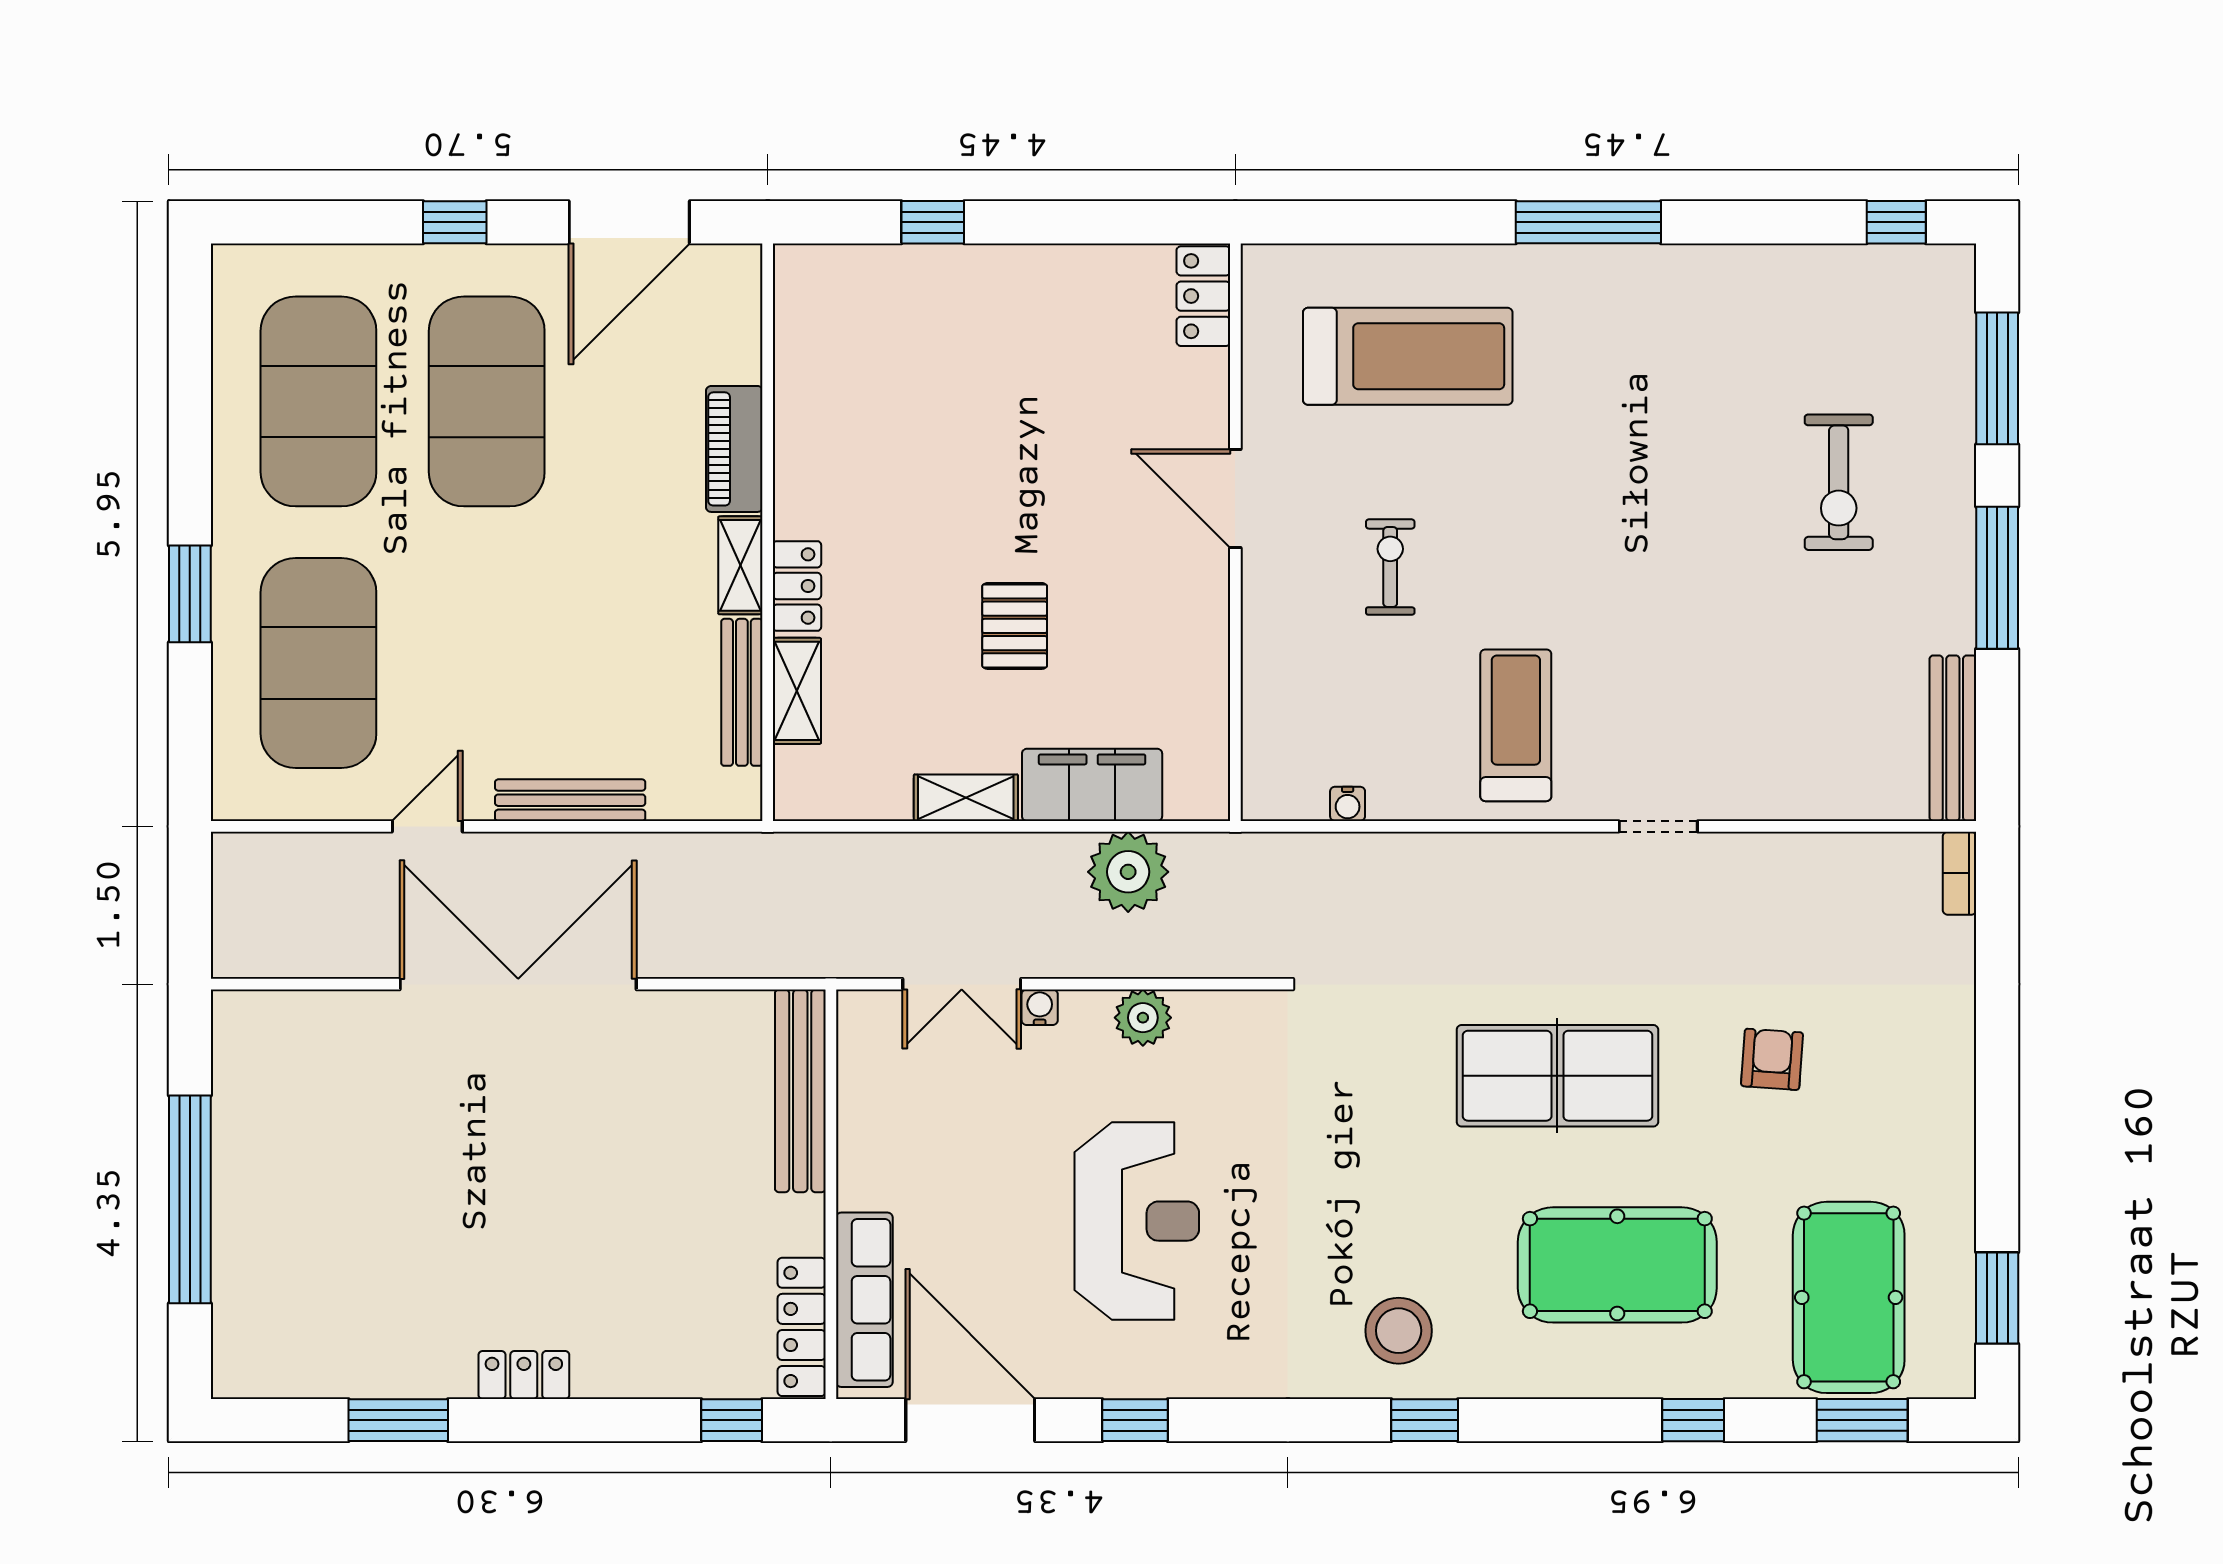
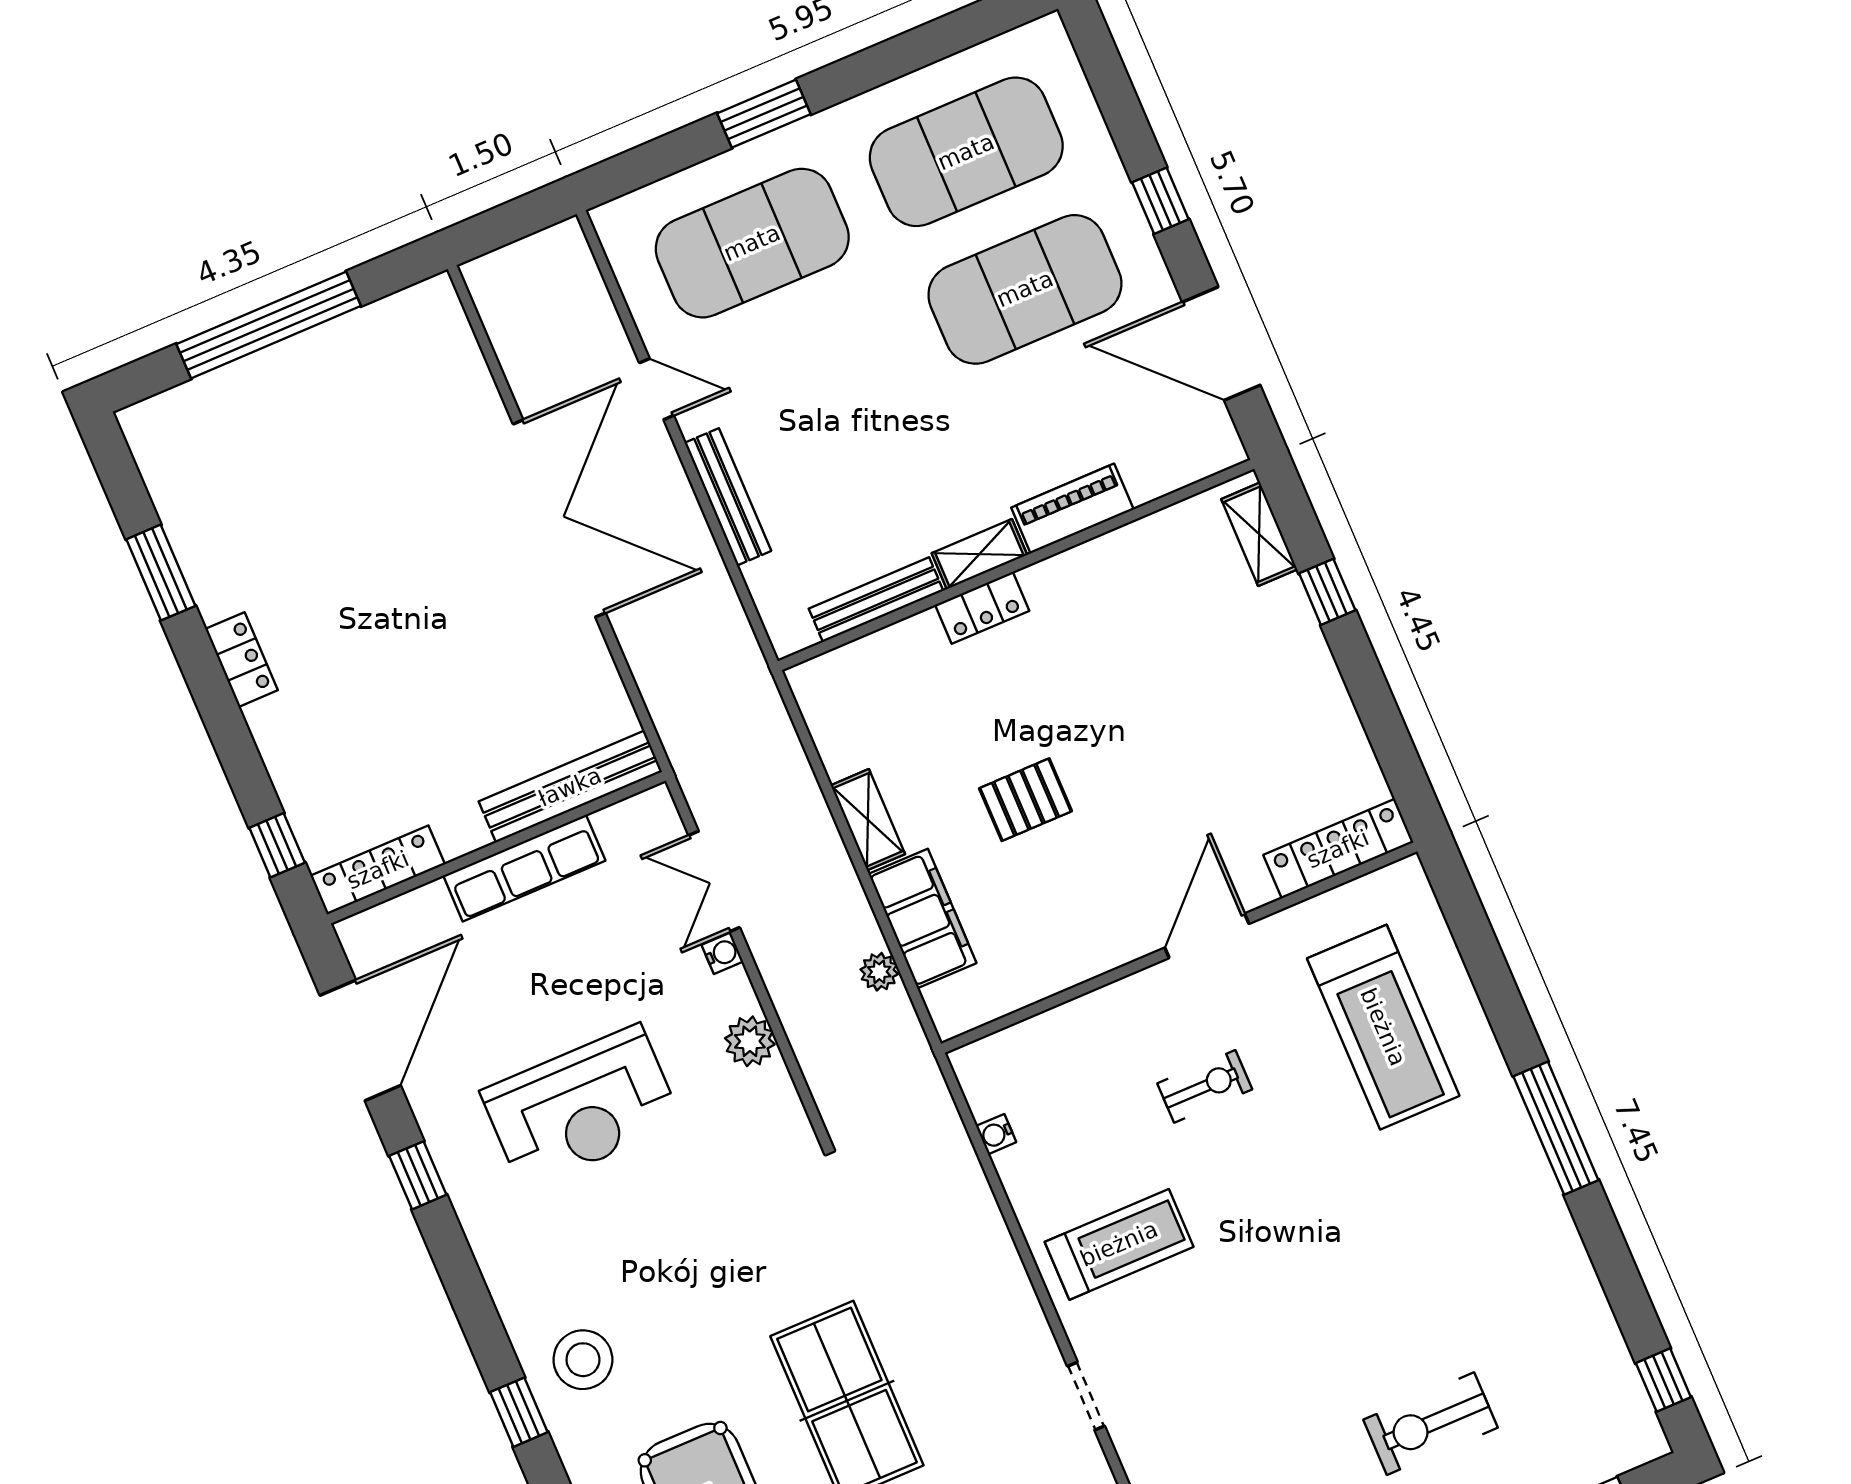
locker: (1203, 296) -> (1338, 849), width x1.53
shelving: (797, 691) -> (1259, 534), moved, turned 90
plant: (1128, 872) -> (879, 972), width x0.53, depth x0.53
row of seats: (864, 1300) -> (524, 868), moved

